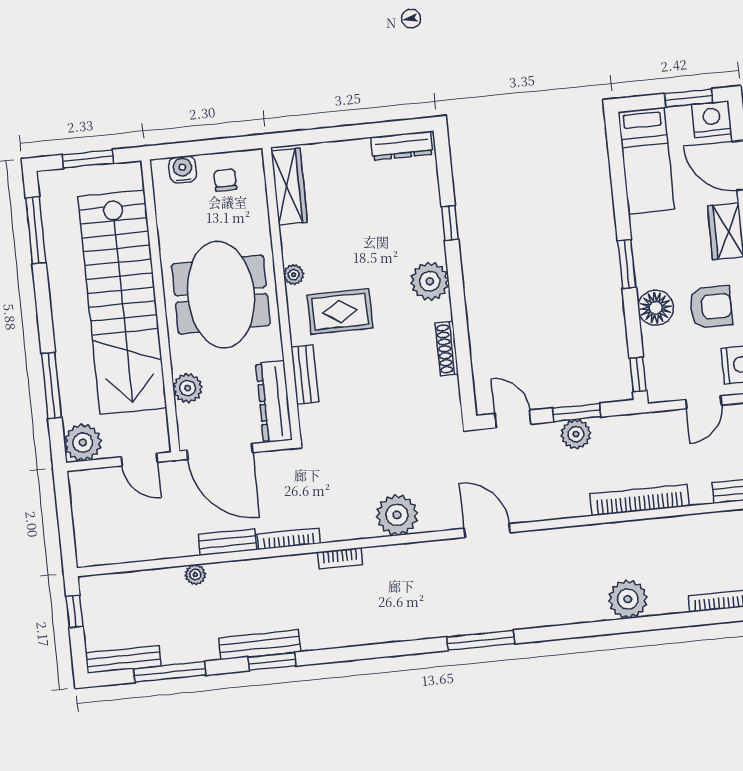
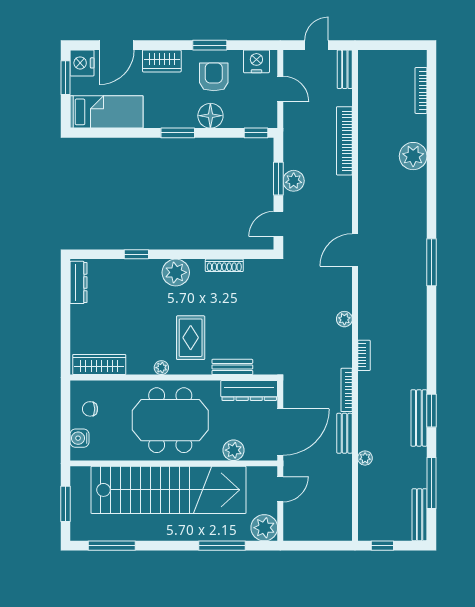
plant: (397, 515) -> (344, 319), width x0.53, depth x0.53

